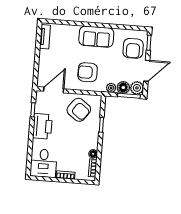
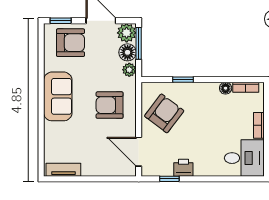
armchair: (88, 72) -> (110, 105), turned 90
printer: (42, 126) -> (183, 168), width x0.53, depth x0.68

